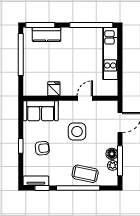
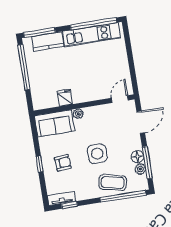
kitchen unit: (110, 53) -> (91, 35), moved, turned -90
door: (85, 98) -> (120, 99), moved
plant: (64, 105) -> (78, 114), added
side table: (77, 132) -> (97, 154), moved
window: (78, 188) -> (123, 196), moved

